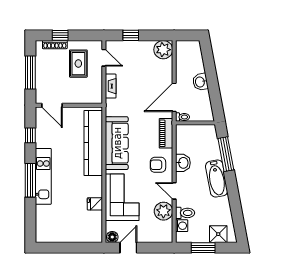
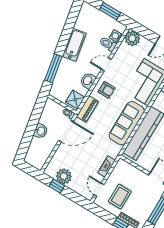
window: (131, 35) -> (57, 186), moved
plant: (163, 50) -> (64, 176), moved
bathtub: (217, 178) -> (74, 45), moved
door: (174, 191) -> (106, 64), swing flipped
plant: (163, 211) -> (132, 38), moved
shower: (218, 234) -> (75, 100), moved

